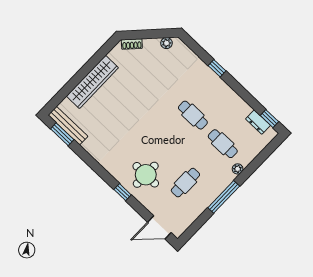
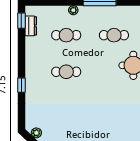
cafe table: (193, 115) -> (66, 72), turned 90
cafe table: (223, 144) -> (66, 35), turned 90

